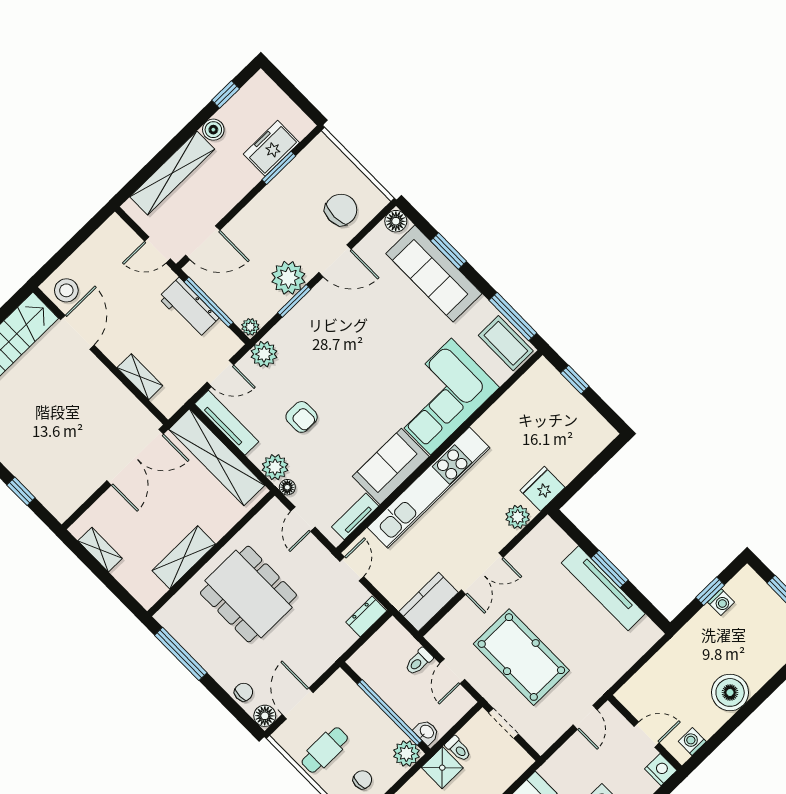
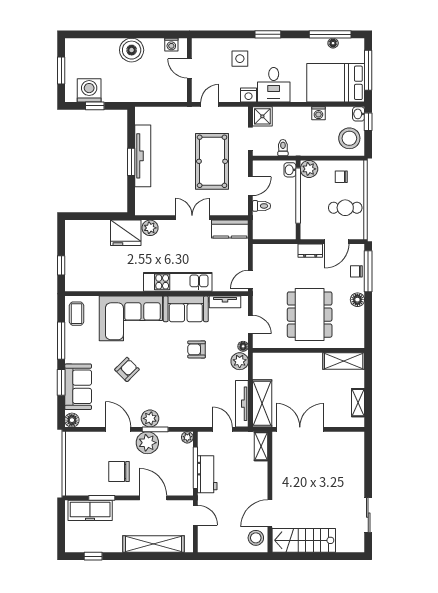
boiler: (213, 130) -> (115, 545), removed
freezer: (271, 148) -> (90, 510), width x1.40
chair: (341, 210) -> (119, 472), moved
door: (203, 243) -> (153, 498), moved
sofa: (434, 274) -> (78, 387), width x0.73
window: (513, 317) -> (61, 341), moved
armchair: (390, 336) -> (127, 369), added
coffee table: (506, 343) -> (77, 314), width x0.73, depth x0.77
plant: (264, 354) -> (150, 418), moved
shelving: (140, 377) -> (261, 446), moved
armchair: (302, 417) -> (197, 349), moved, turned -90
shelving: (217, 457) -> (262, 403), width x0.68
kitchen unit: (429, 488) -> (178, 282), width x0.73
fridge: (542, 489) -> (126, 233), width x1.36, depth x1.34
window: (21, 491) -> (368, 465), removed
door: (303, 519) -> (250, 324), hinge flipped
shelving: (184, 557) -> (344, 361), moved
washing machine: (721, 602) -> (89, 90), width x1.89, depth x1.89
dresser: (366, 617) -> (310, 251), moved
window: (181, 654) -> (368, 271), moved
floor lamp: (265, 716) -> (357, 300), moved
shower: (442, 768) -> (262, 116), moved
nightstand: (661, 770) -> (249, 95), moved, turned -90

